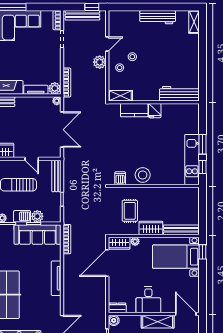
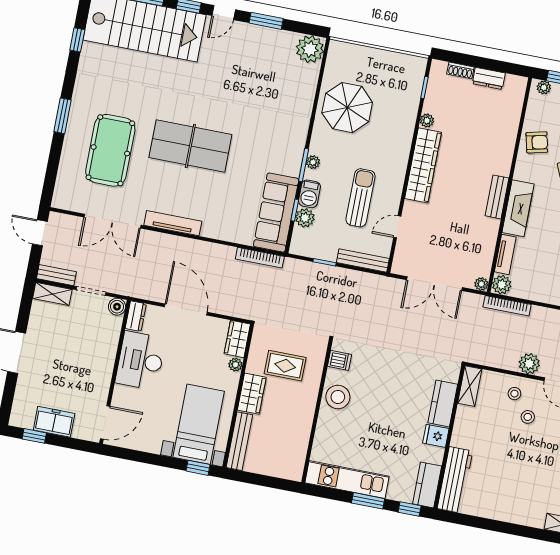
kitchen counter: (186, 110) -> (427, 485), added
window: (202, 167) -> (410, 509), moved
door: (107, 263) -> (186, 310), moved
tv unit: (56, 278) -> (173, 223), moved
desk: (148, 300) -> (140, 361), width x1.37
shelving: (158, 322) -> (102, 376), removed

